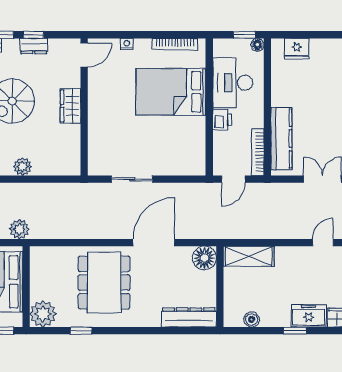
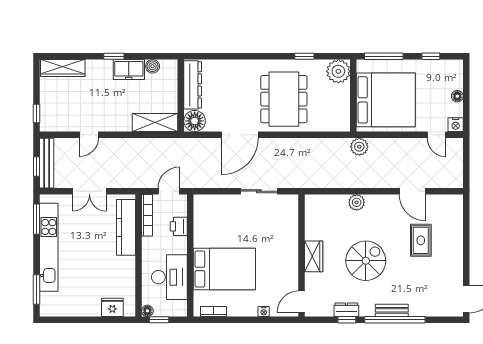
bookcase: (175, 44) -> (214, 311), width x0.64
printer: (222, 120) -> (179, 226), moved
freezer: (309, 316) -> (129, 70), moved
dresser: (189, 317) -> (193, 85), moved, turned -90

